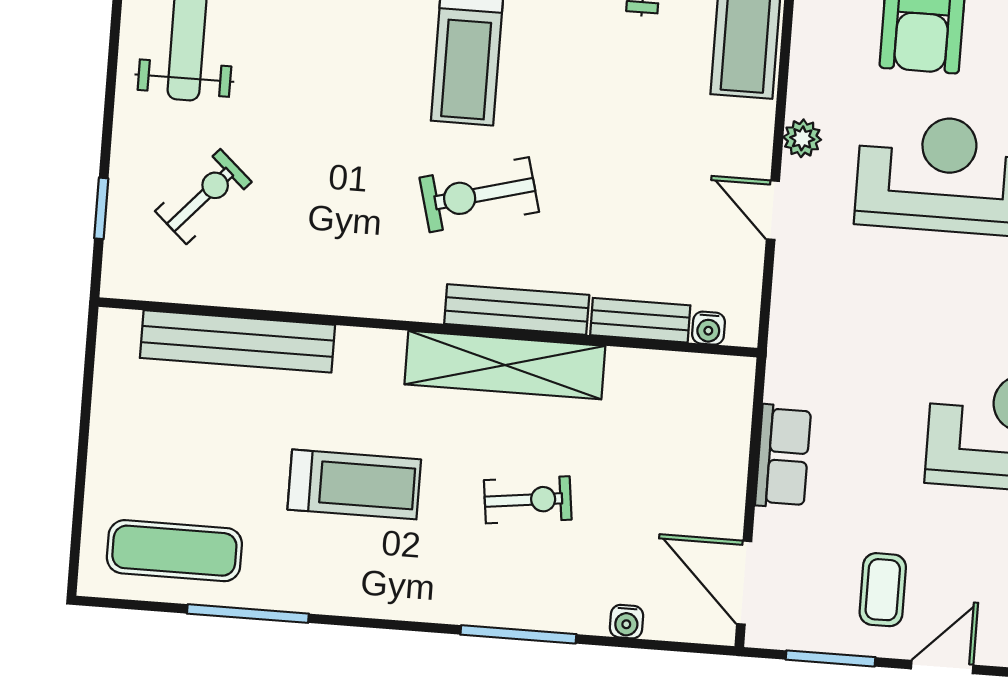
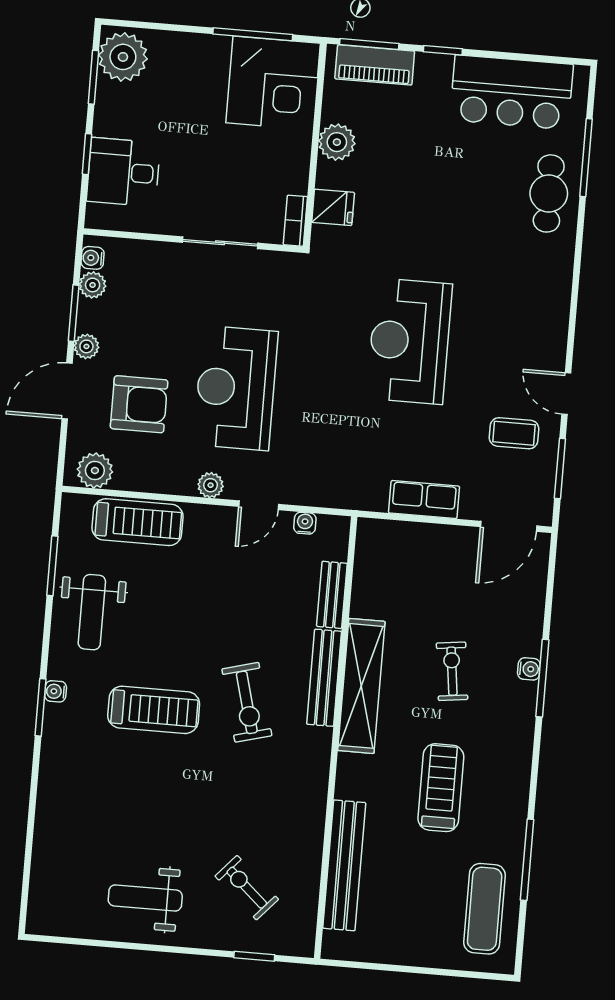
water cooler: (709, 328) -> (305, 523), moved, turned -90
water cooler: (626, 622) -> (529, 669), moved

